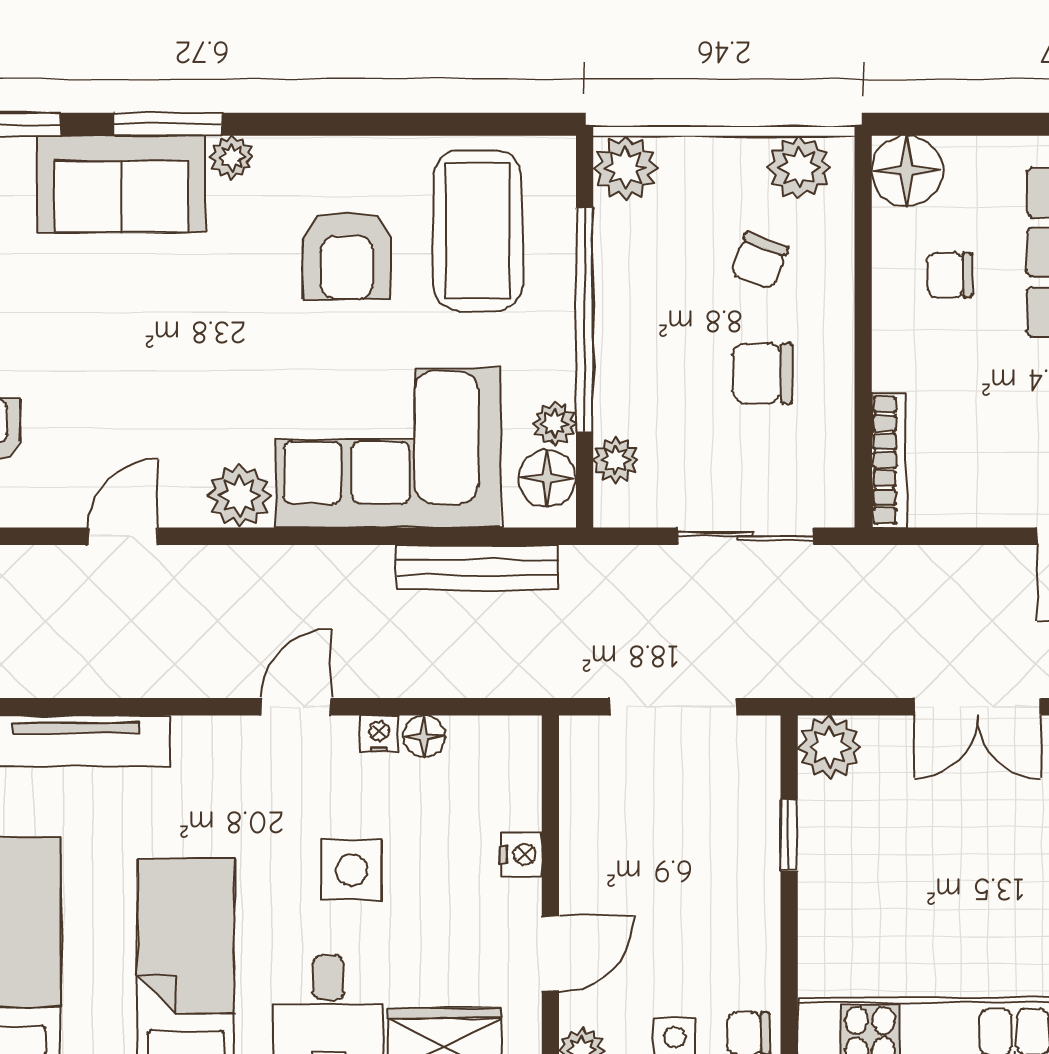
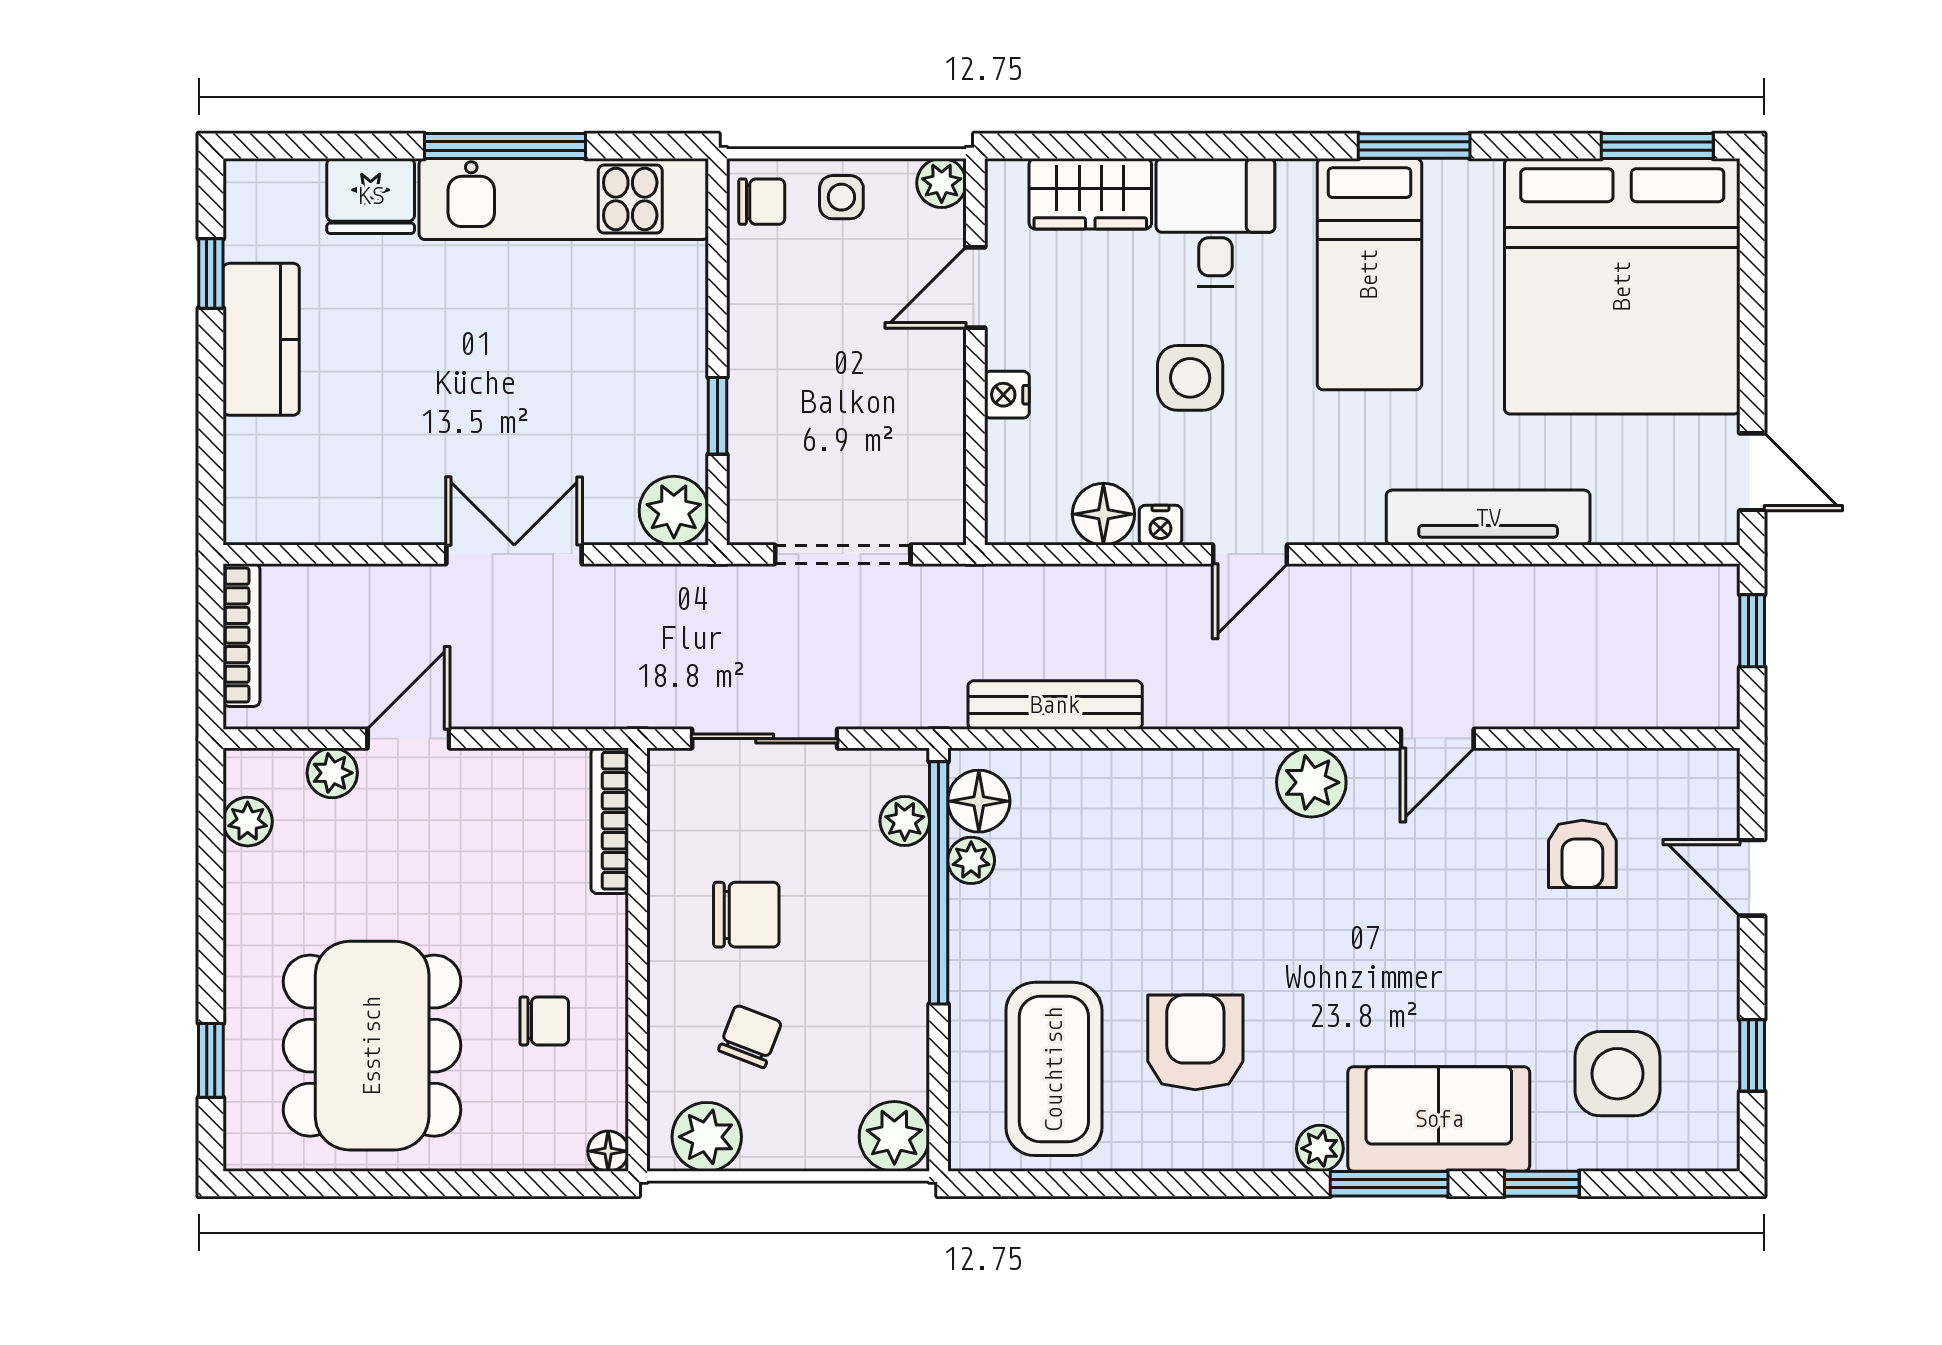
floor lamp: (907, 171) -> (608, 1151), width x0.53, depth x0.53
window: (585, 320) -> (939, 883), moved
corner sofa: (388, 448) -> (1151, 834), removed
floor lamp: (424, 736) -> (1103, 514), width x1.37, depth x1.37

